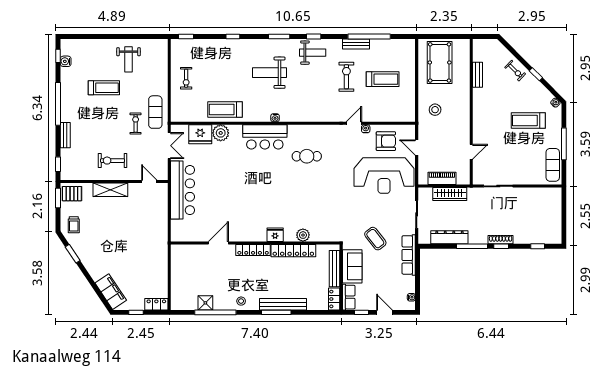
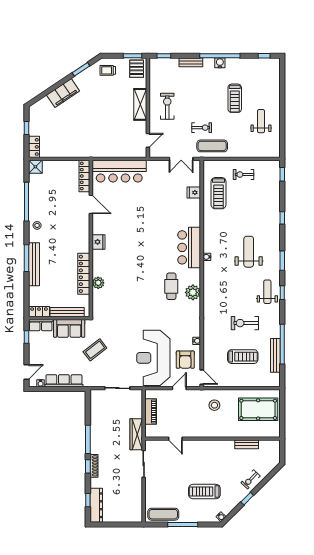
bench: (356, 44) -> (275, 355), moved, width x1.36
weight bench: (313, 53) -> (267, 292), turned 180
weight bench: (129, 59) -> (261, 121), turned 90
water cooler: (66, 61) -> (220, 63), moved
exercise bike: (346, 77) -> (245, 323), turned 180
treadmill: (383, 79) -> (243, 357), turned -90
treadmill: (225, 110) -> (219, 193), moved, turned 180
treadmill: (528, 120) -> (204, 492), turned -90
door: (354, 123) -> (202, 377), moved
plant: (221, 133) -> (193, 292), moved
fridge: (200, 134) -> (194, 192), width x0.53, depth x0.75
bar counter: (183, 190) -> (119, 171), moved
wardrobe: (450, 194) -> (136, 434), moved
fridge: (275, 235) -> (99, 242), moved
dresser: (449, 237) -> (96, 505), moved
locker: (253, 250) -> (84, 176), moved
row of seats: (409, 255) -> (64, 381), moved
filing cabinet: (111, 292) -> (63, 93), moved
shower: (205, 303) -> (35, 167), moved
door: (385, 312) -> (27, 372), moved

